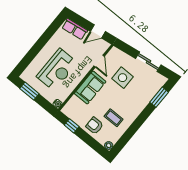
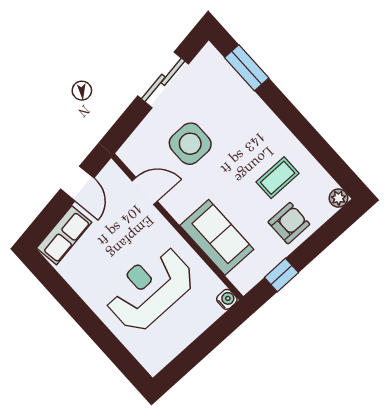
reception desk: (57, 70) -> (150, 289), turned -90
sofa: (90, 87) -> (217, 237), moved
window: (29, 91) -> (189, 358), removed
armchair: (95, 126) -> (289, 223), turned 180

